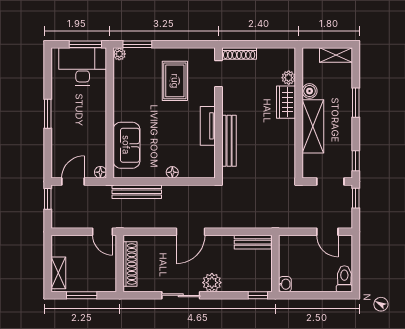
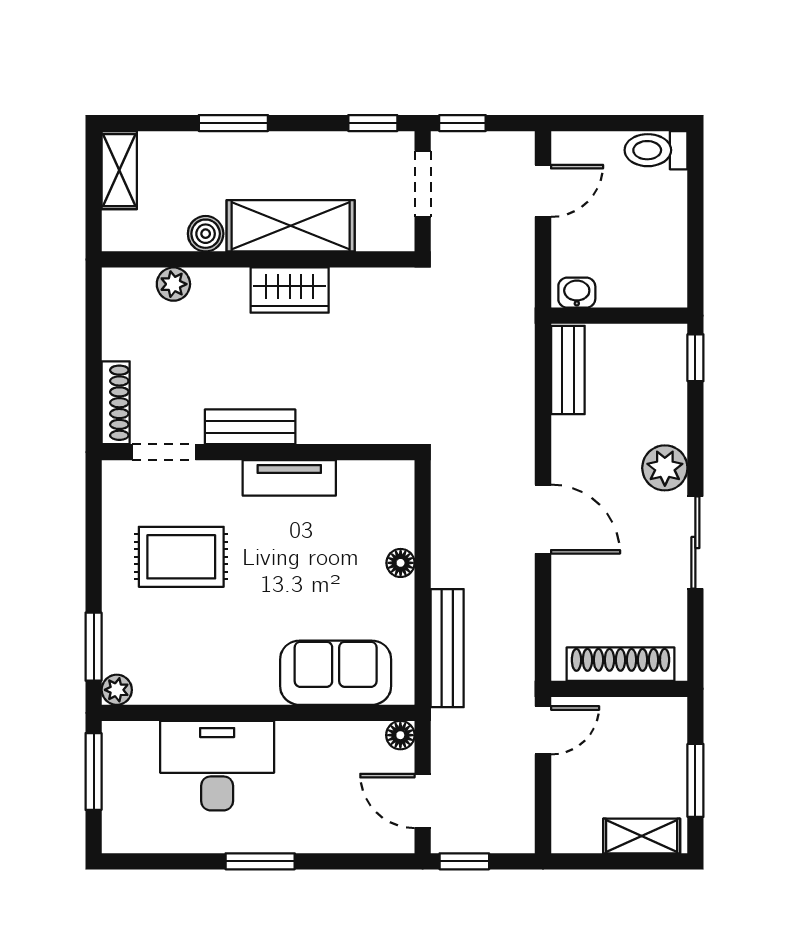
desk: (83, 66) -> (217, 766), moved, turned 90
wardrobe: (286, 102) -> (290, 290), moved
bench: (229, 141) -> (250, 427), moved, width x0.73
washbasin: (285, 284) -> (577, 293), moved

